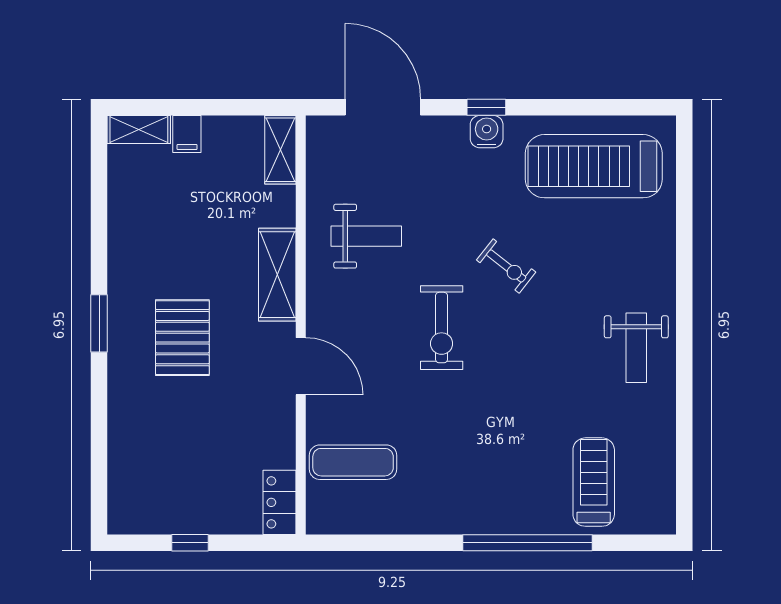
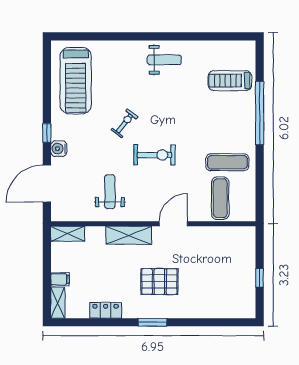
water cooler: (487, 132) -> (59, 149), moved
exercise mat: (427, 477) -> (227, 162), added
locker: (279, 502) -> (106, 310), moved, turned 180

